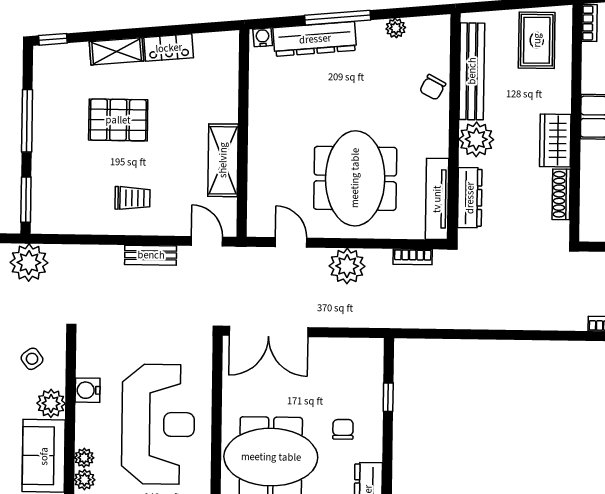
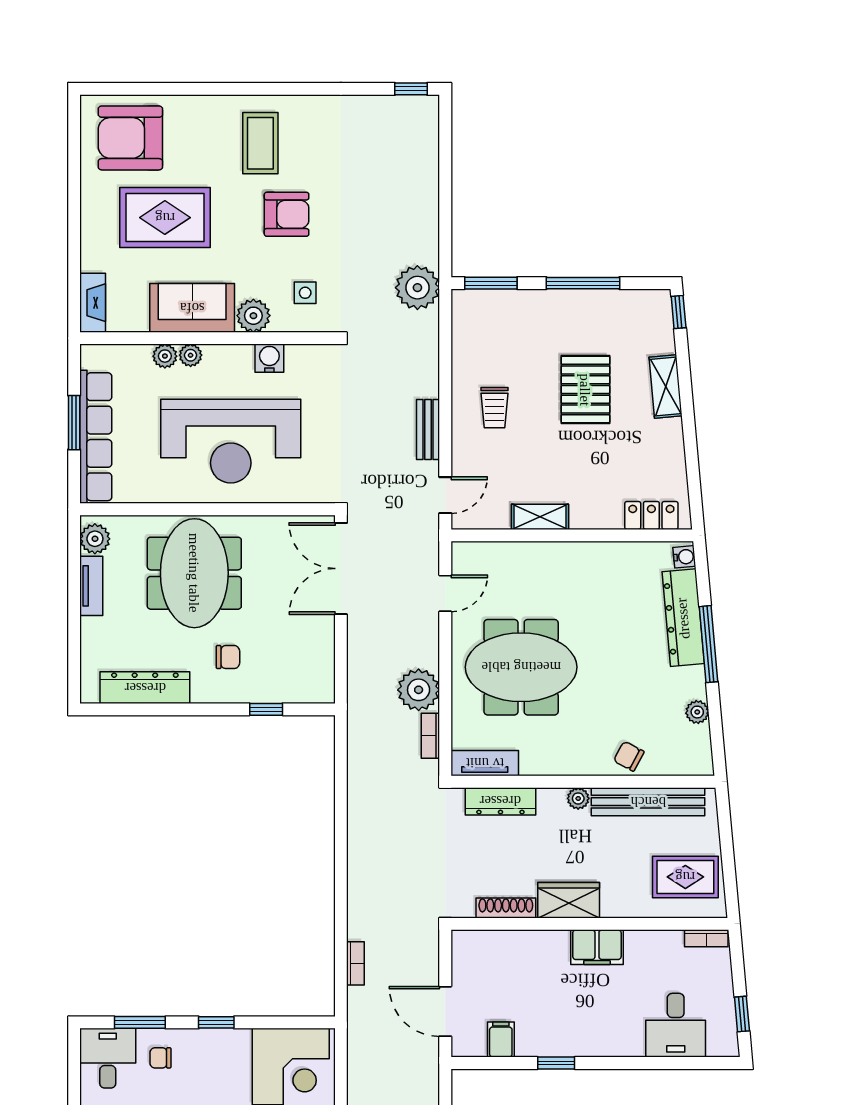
locker: (169, 48) -> (651, 515), moved, turned 95
plant: (476, 139) -> (578, 798), width x0.53, depth x0.53
shelving: (223, 160) -> (540, 517), width x0.67, depth x0.75
tv unit: (437, 199) -> (485, 763), width x0.71
plant: (347, 266) -> (419, 690), moved
side table: (32, 359) -> (305, 293), turned 37

